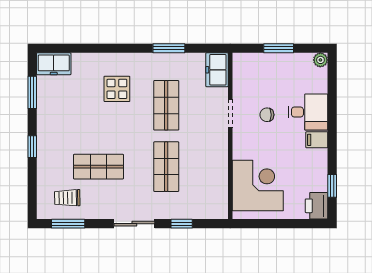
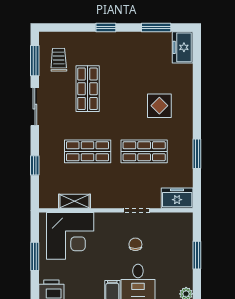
shelving: (220, 181) -> (75, 201), added
sliding door: (134, 224) -> (35, 107), moved
window: (280, 224) -> (35, 256), added

